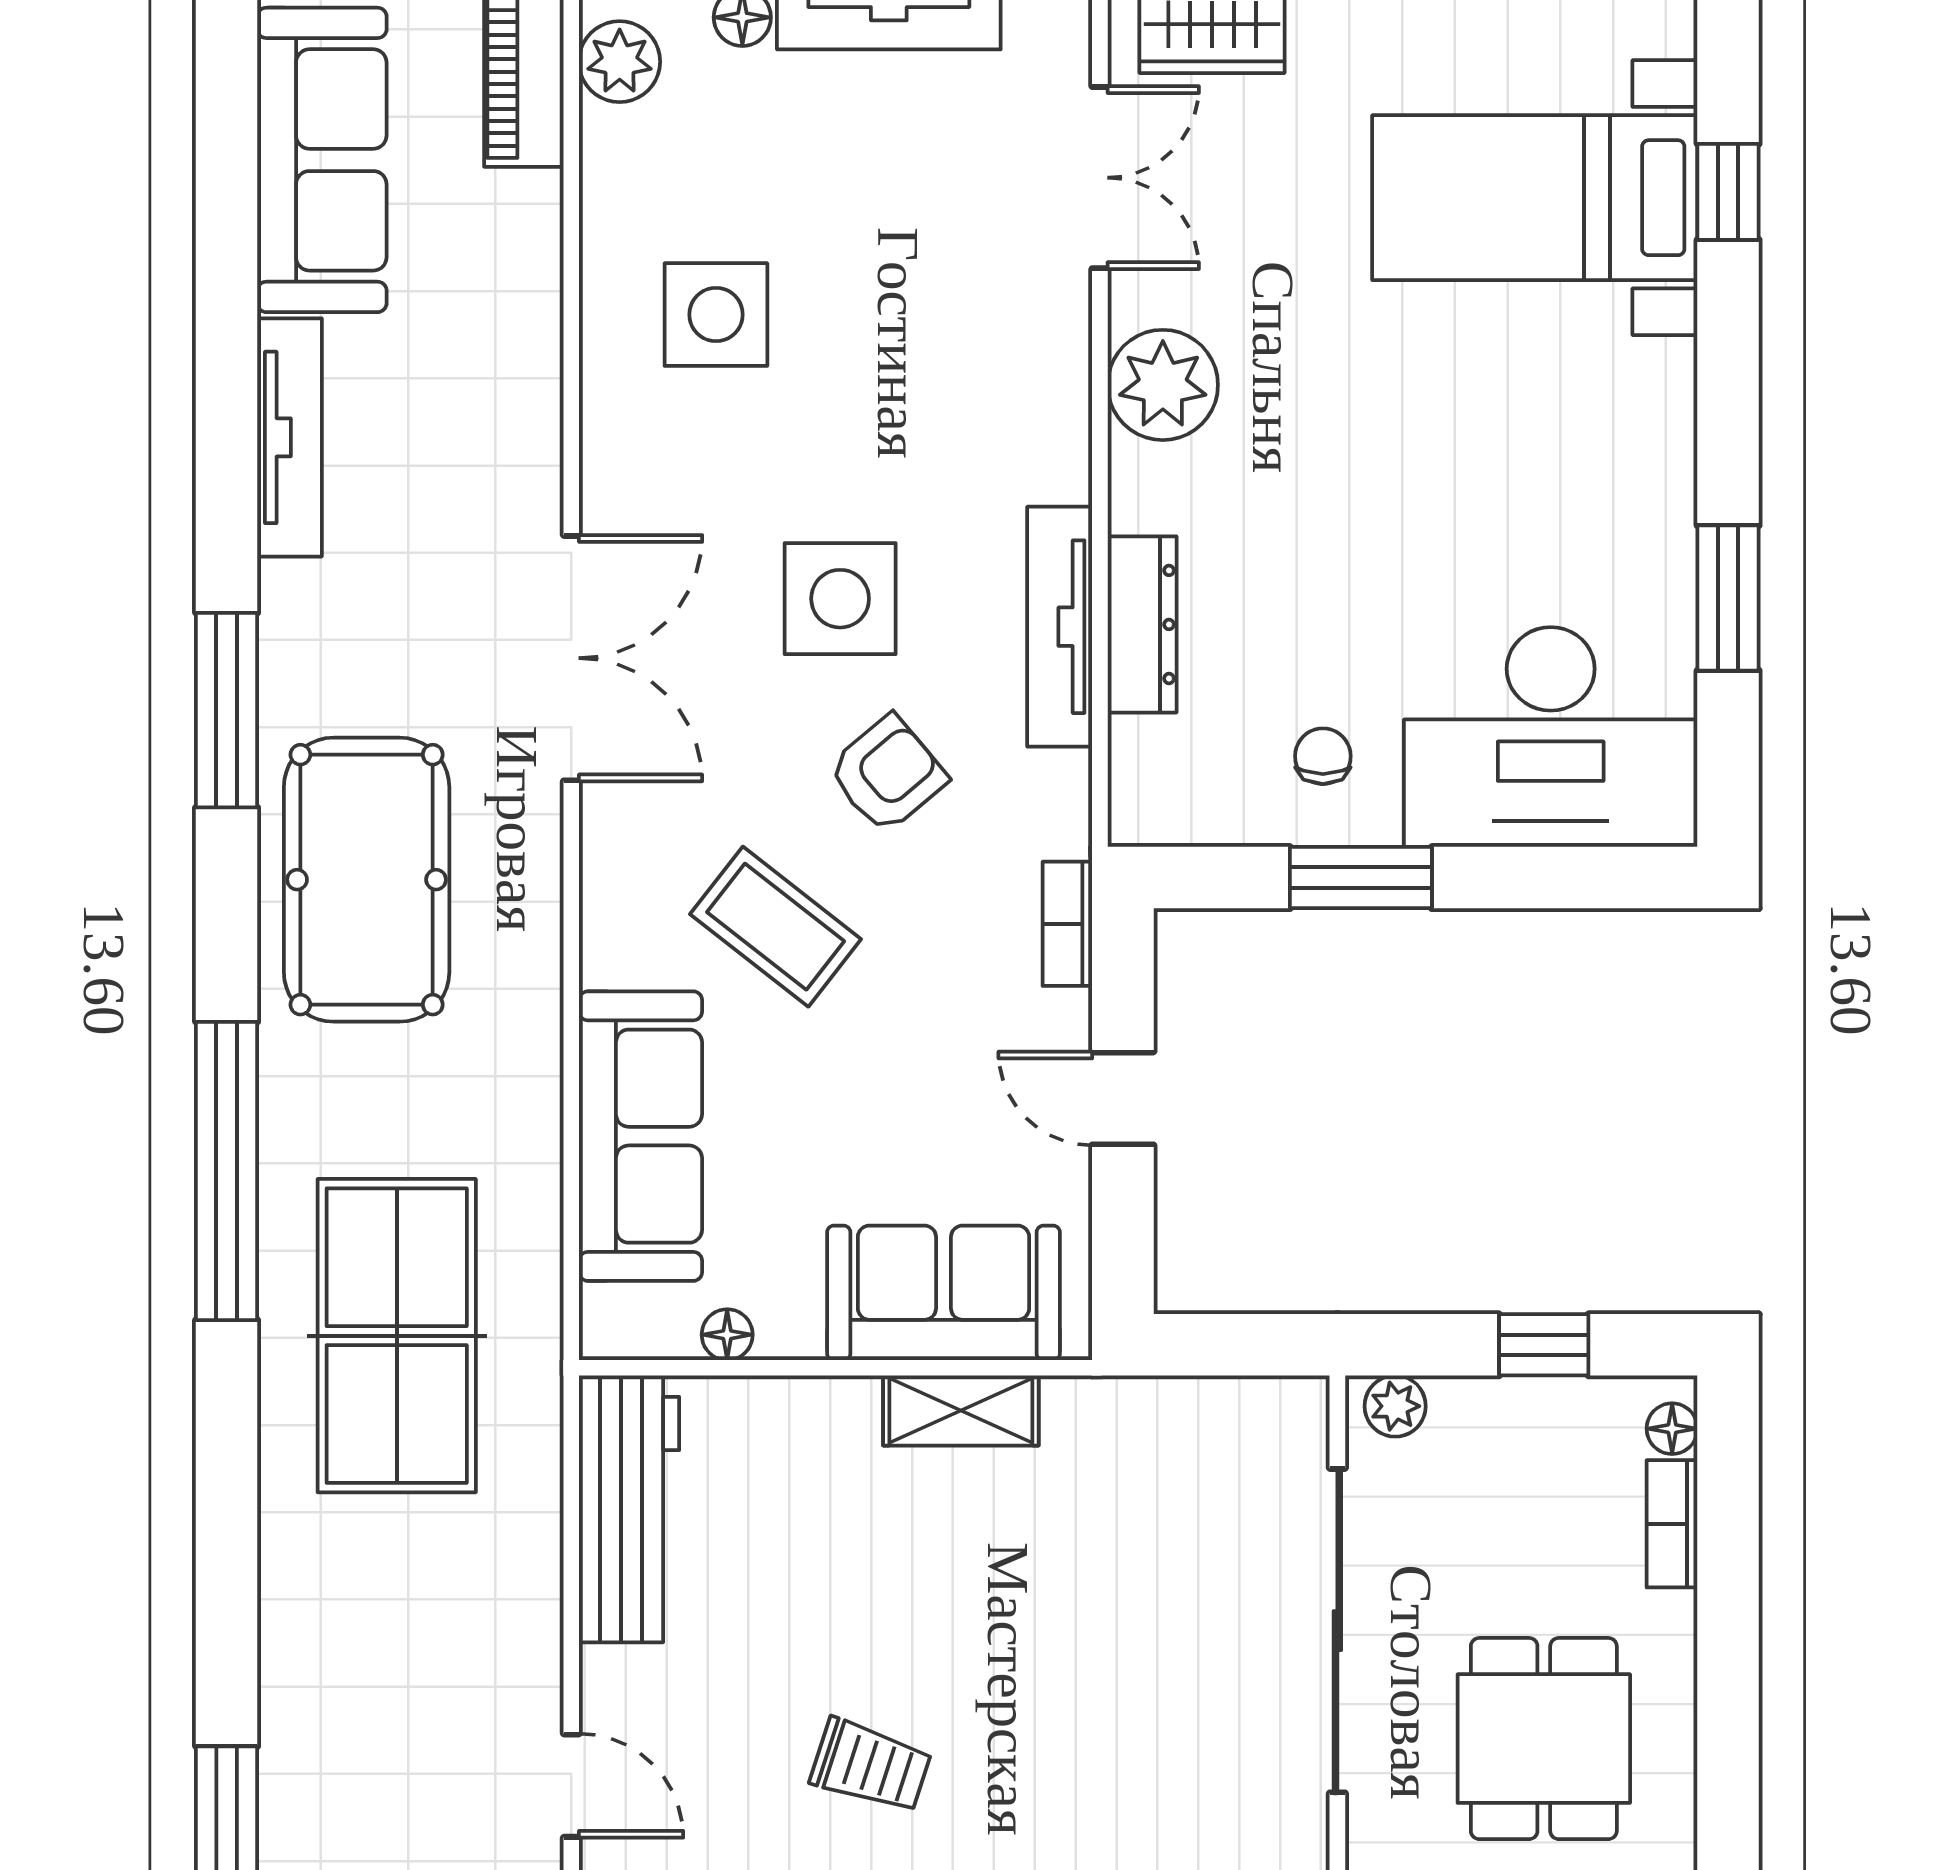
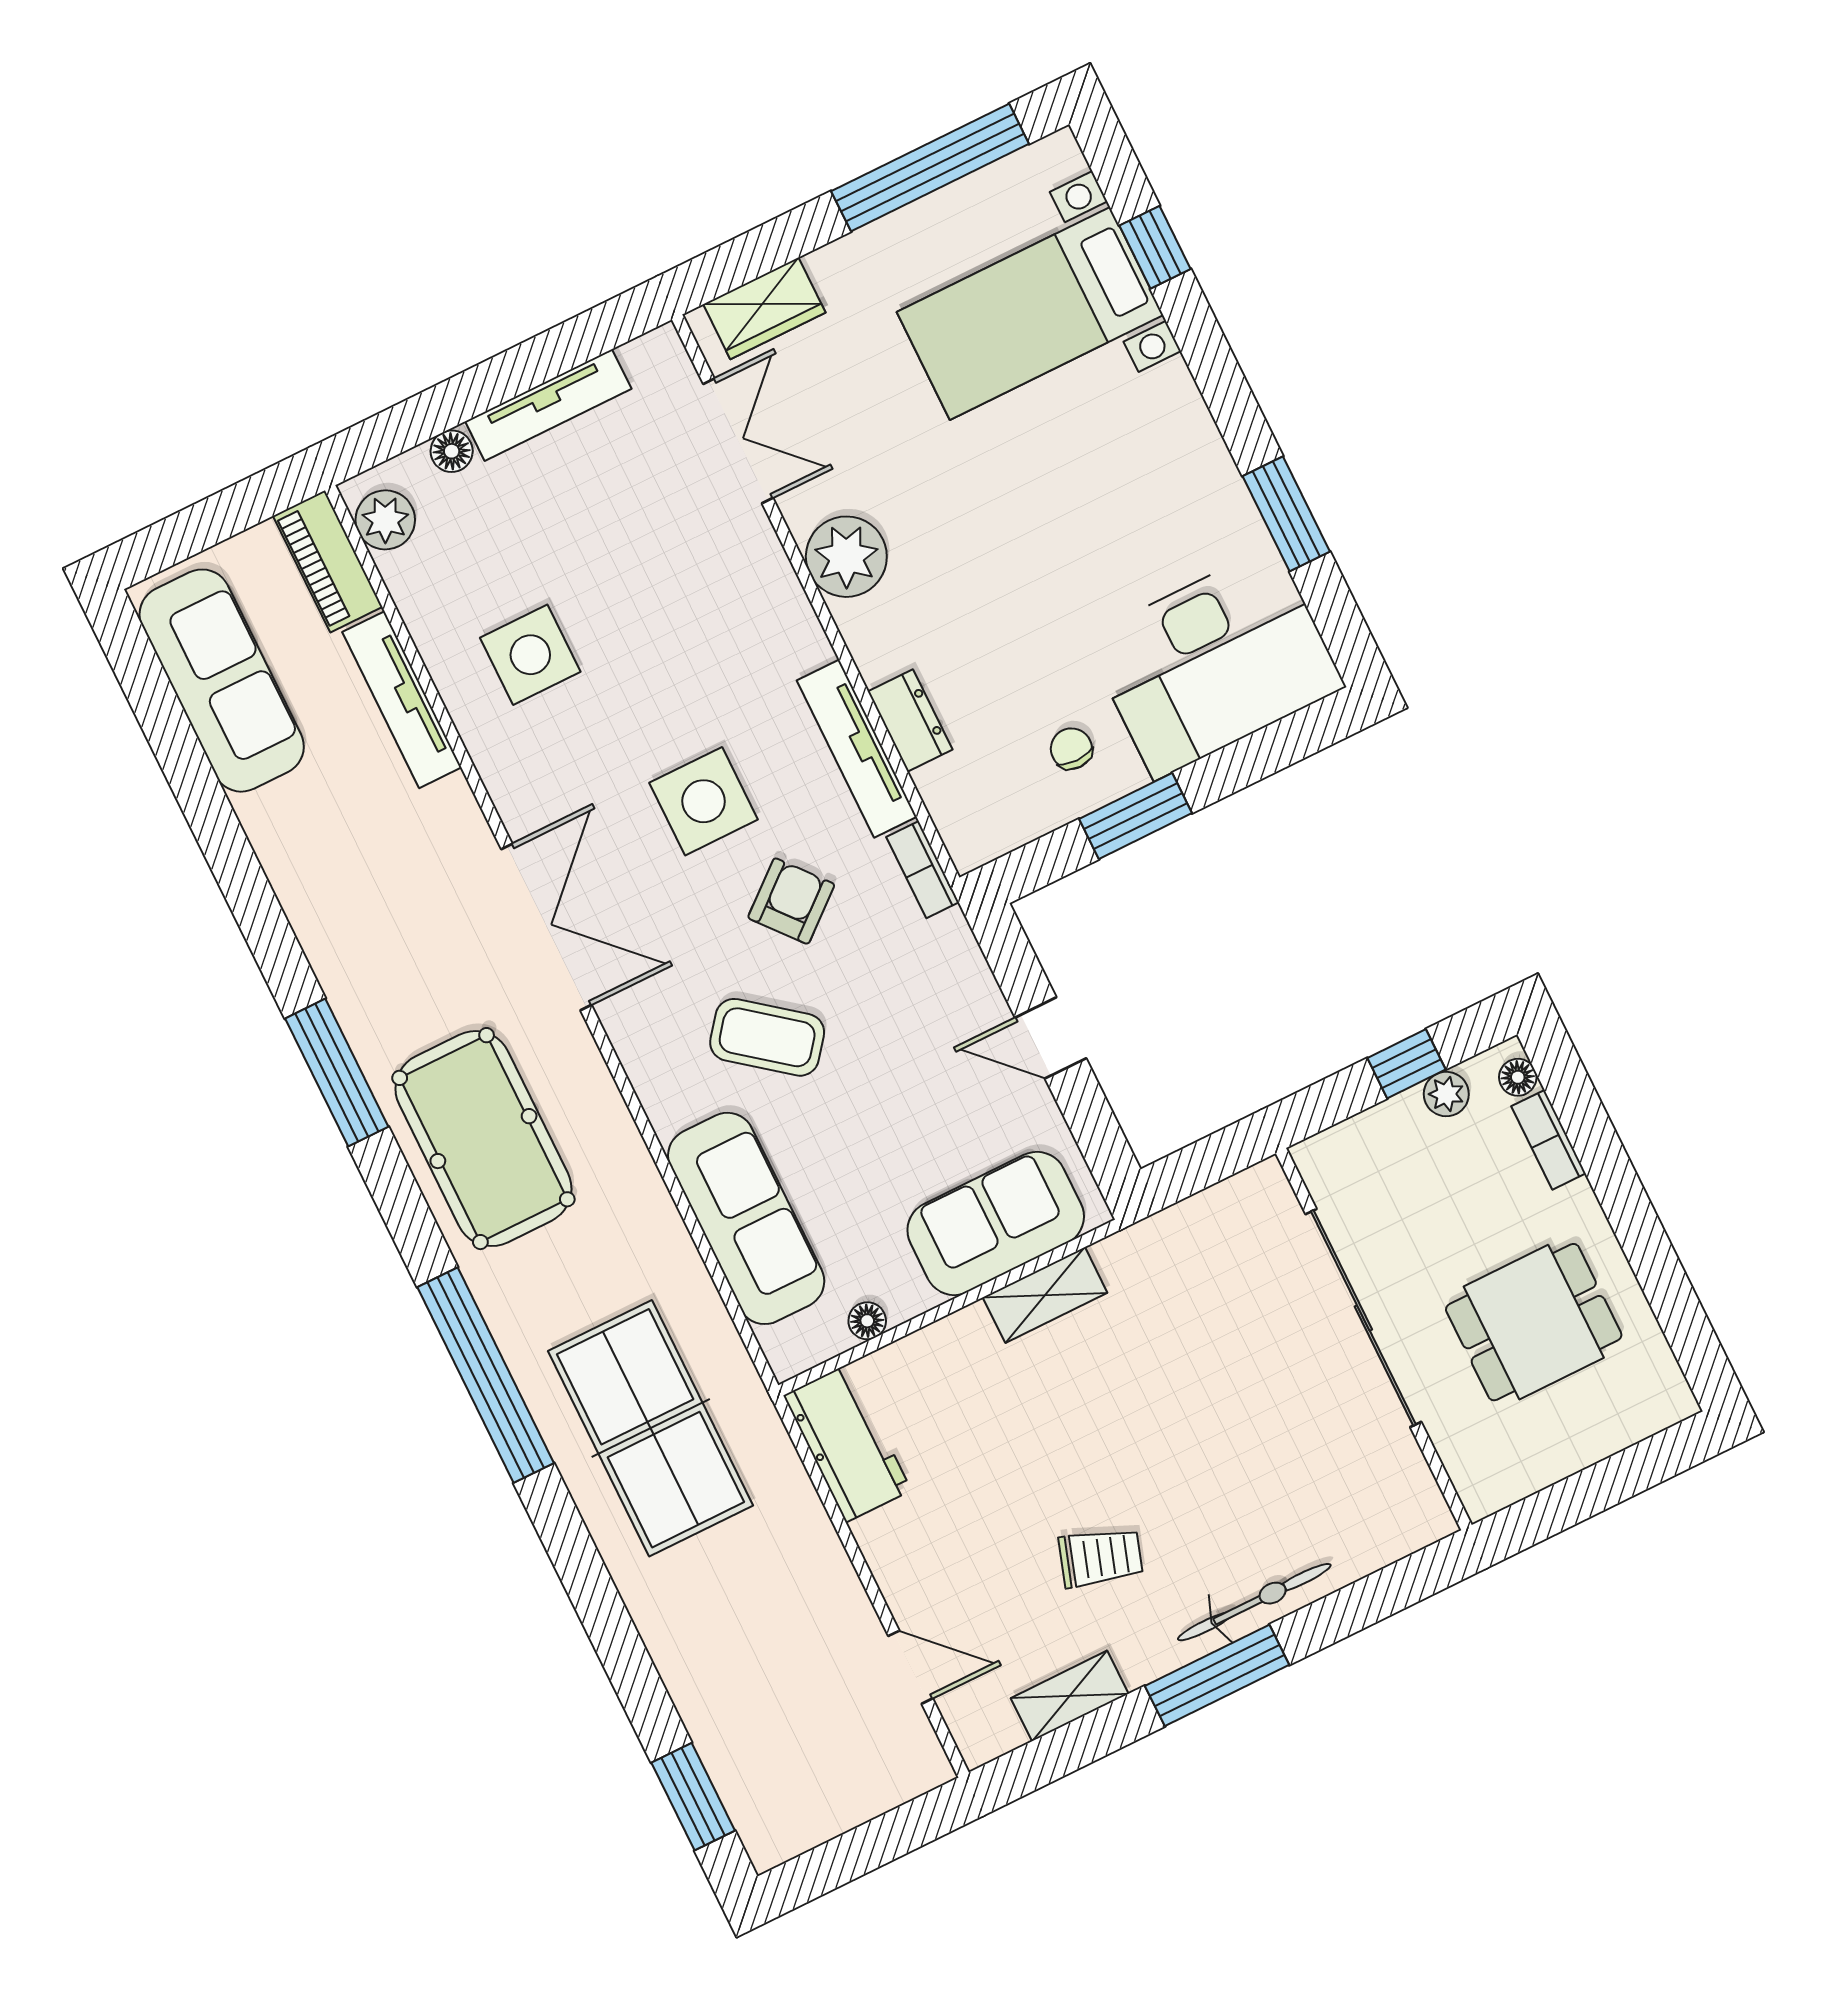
tv unit: (289, 437) -> (402, 700), moved, turned 180
dresser: (1142, 624) -> (910, 721), width x0.70
bookcase: (1067, 924) -> (923, 870), moved
plant: (1395, 1406) -> (1446, 1094), moved
workbench: (629, 1509) -> (847, 1443), width x0.73
dining table: (1544, 1739) -> (1534, 1322), turned 90

